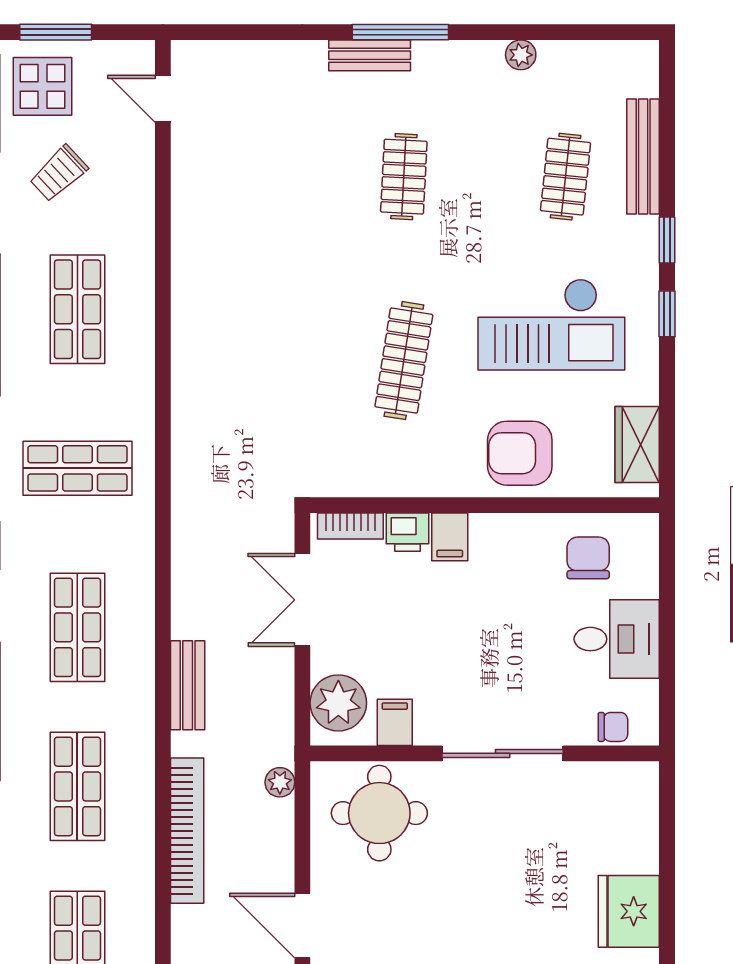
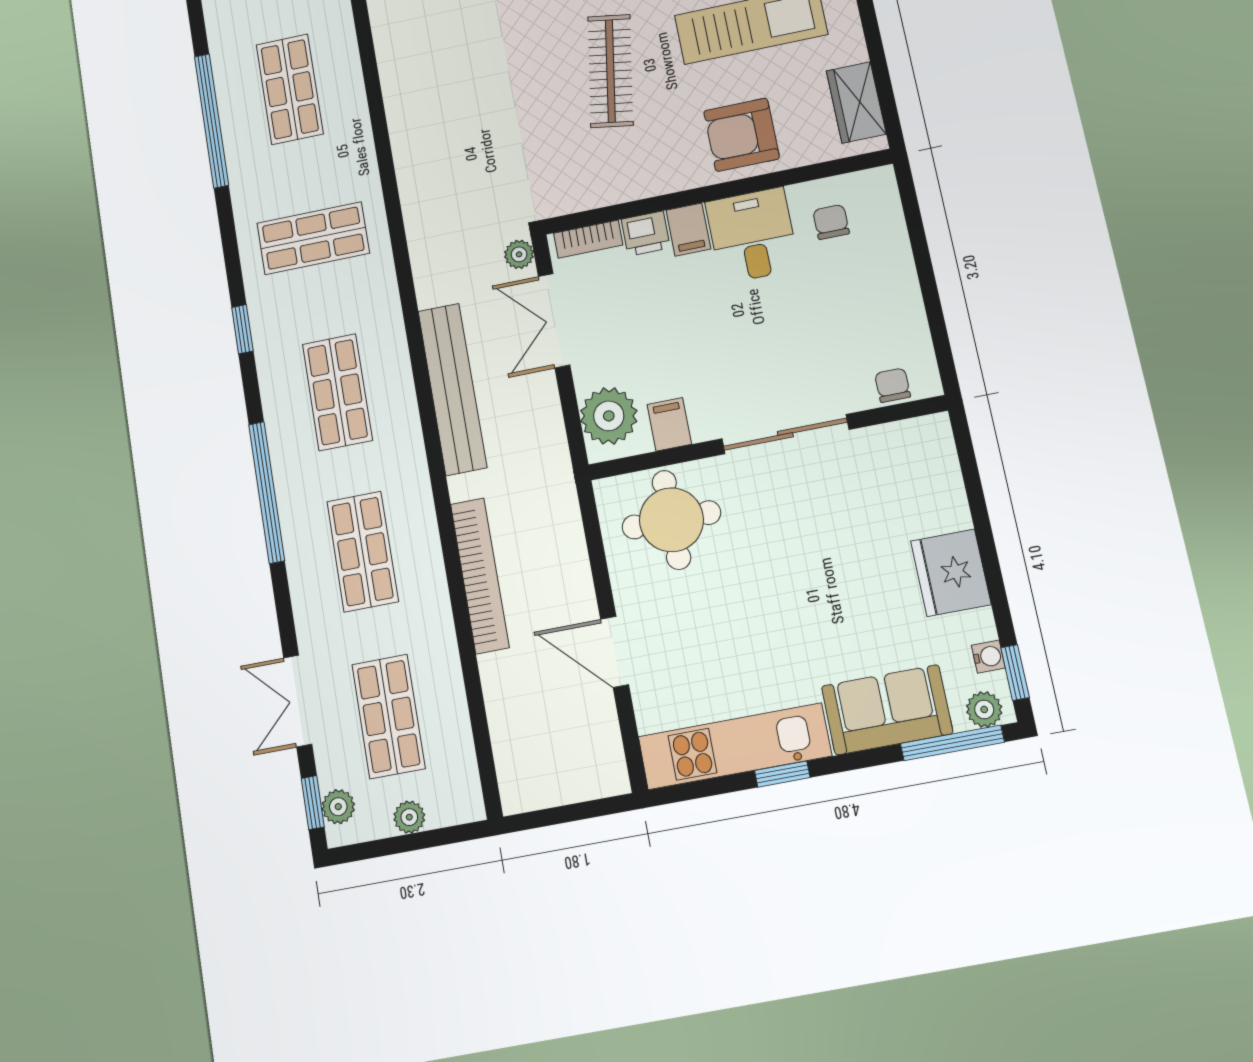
chair: (588, 558) -> (831, 222), width x0.73, depth x0.73
desk: (617, 639) -> (752, 235), moved, turned -90
bench: (188, 685) -> (452, 389), width x1.86, depth x1.21
chair: (613, 727) -> (893, 385), turned -90
plant: (280, 782) -> (519, 254), moved

